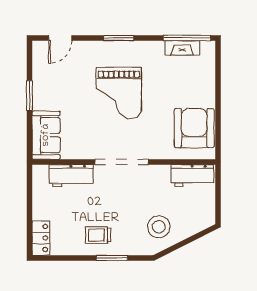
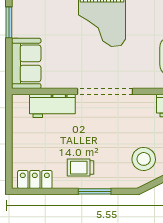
locker: (41, 238) -> (35, 180), moved, turned -90

